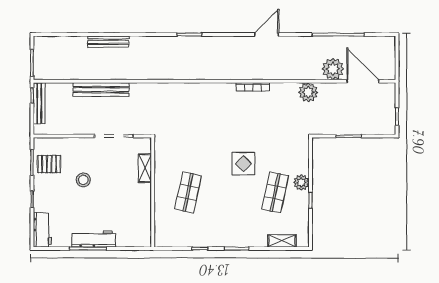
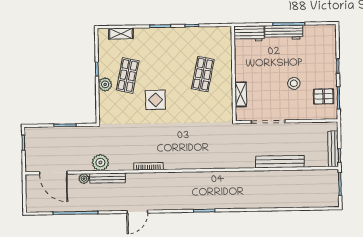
bench: (108, 42) -> (108, 178), moved
plant: (333, 69) -> (84, 179), width x0.53, depth x0.53
workbench: (42, 230) -> (249, 34), moved, turned -90

